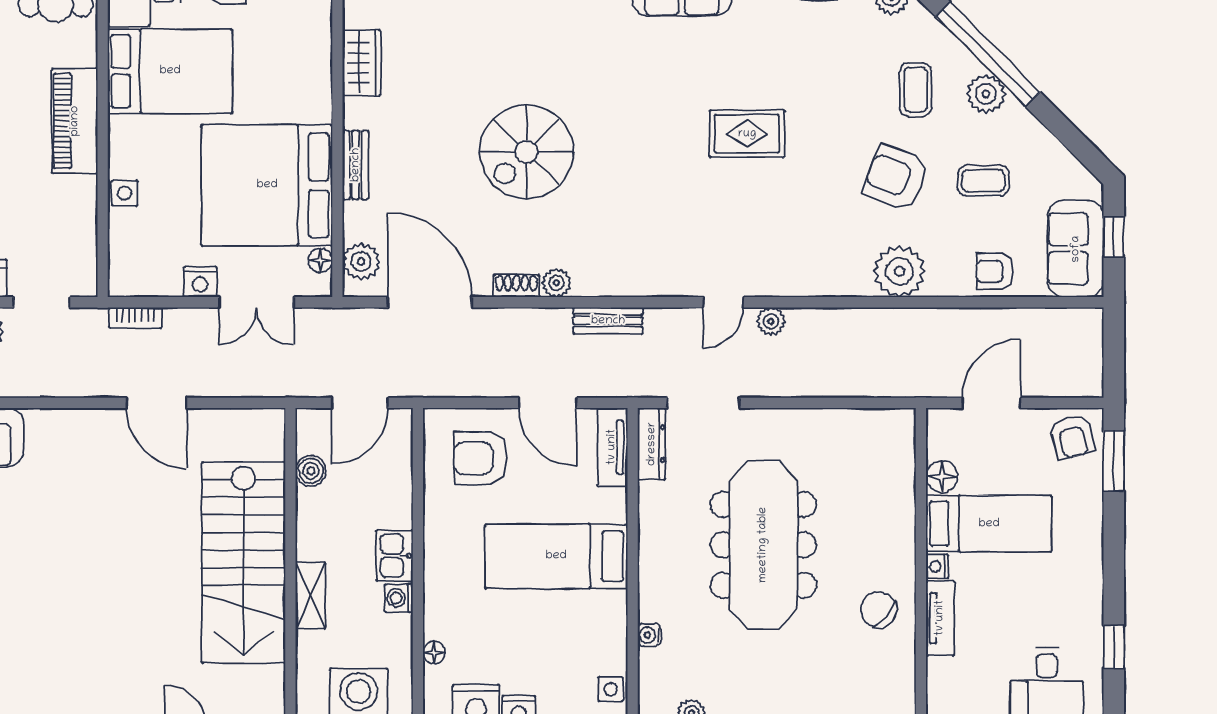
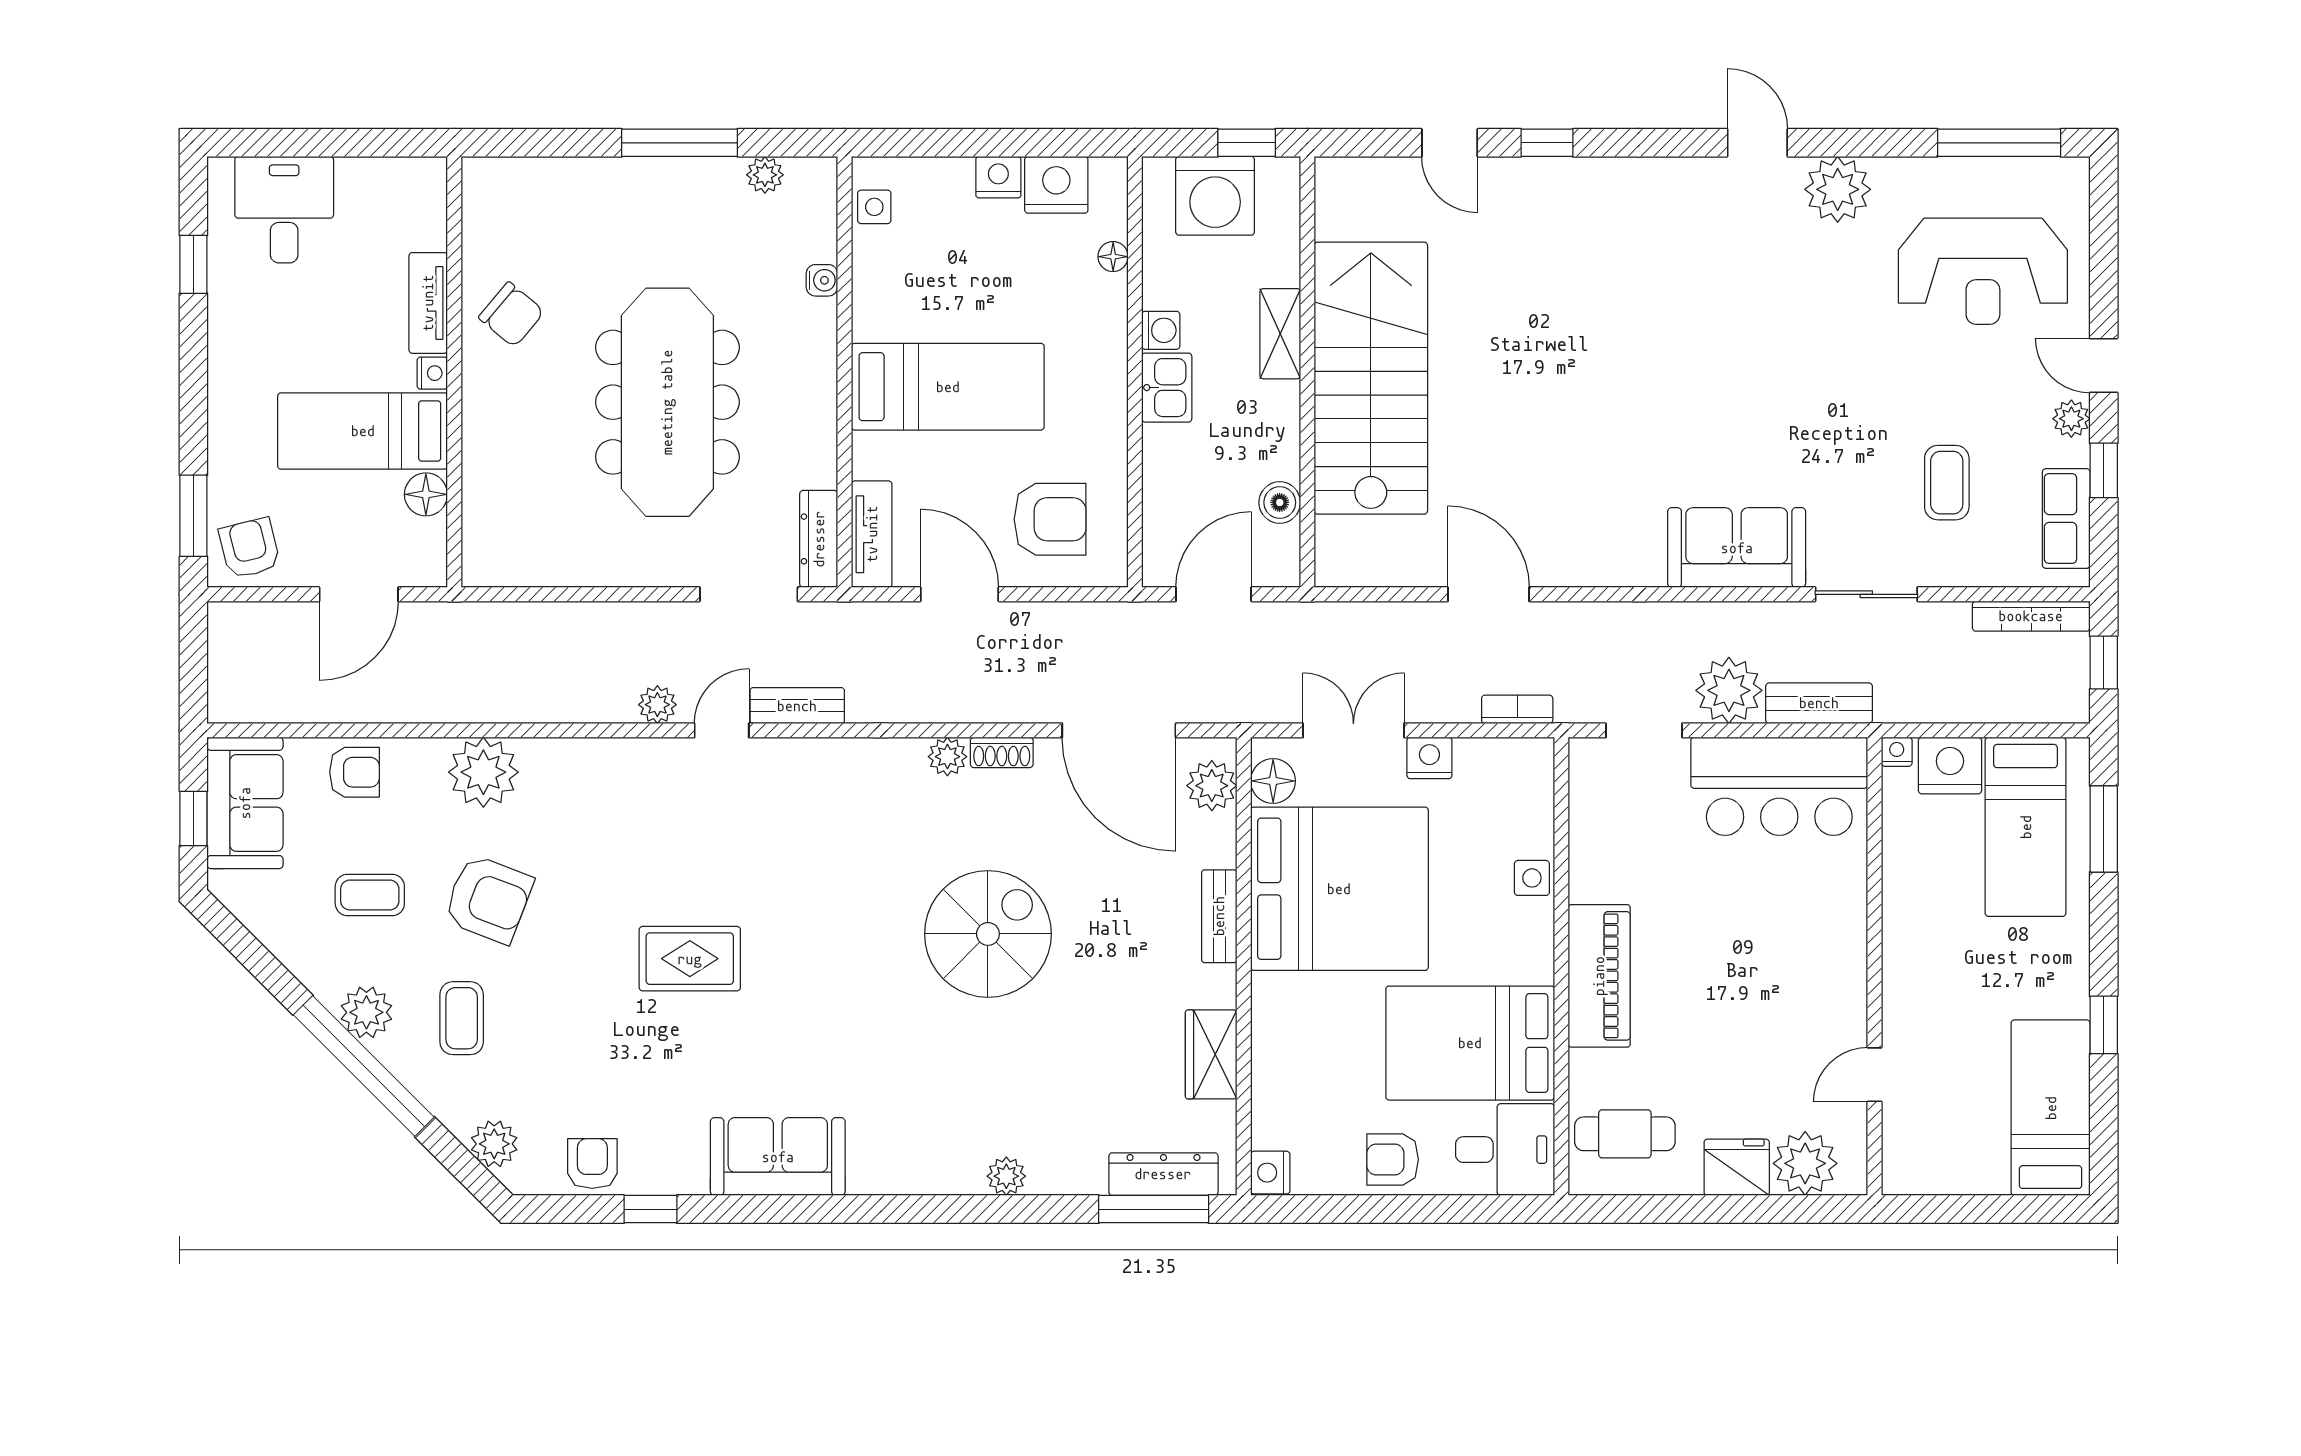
floor lamp: (320, 260) -> (1273, 781), width x1.37, depth x1.37
bench: (608, 321) -> (797, 706), moved

